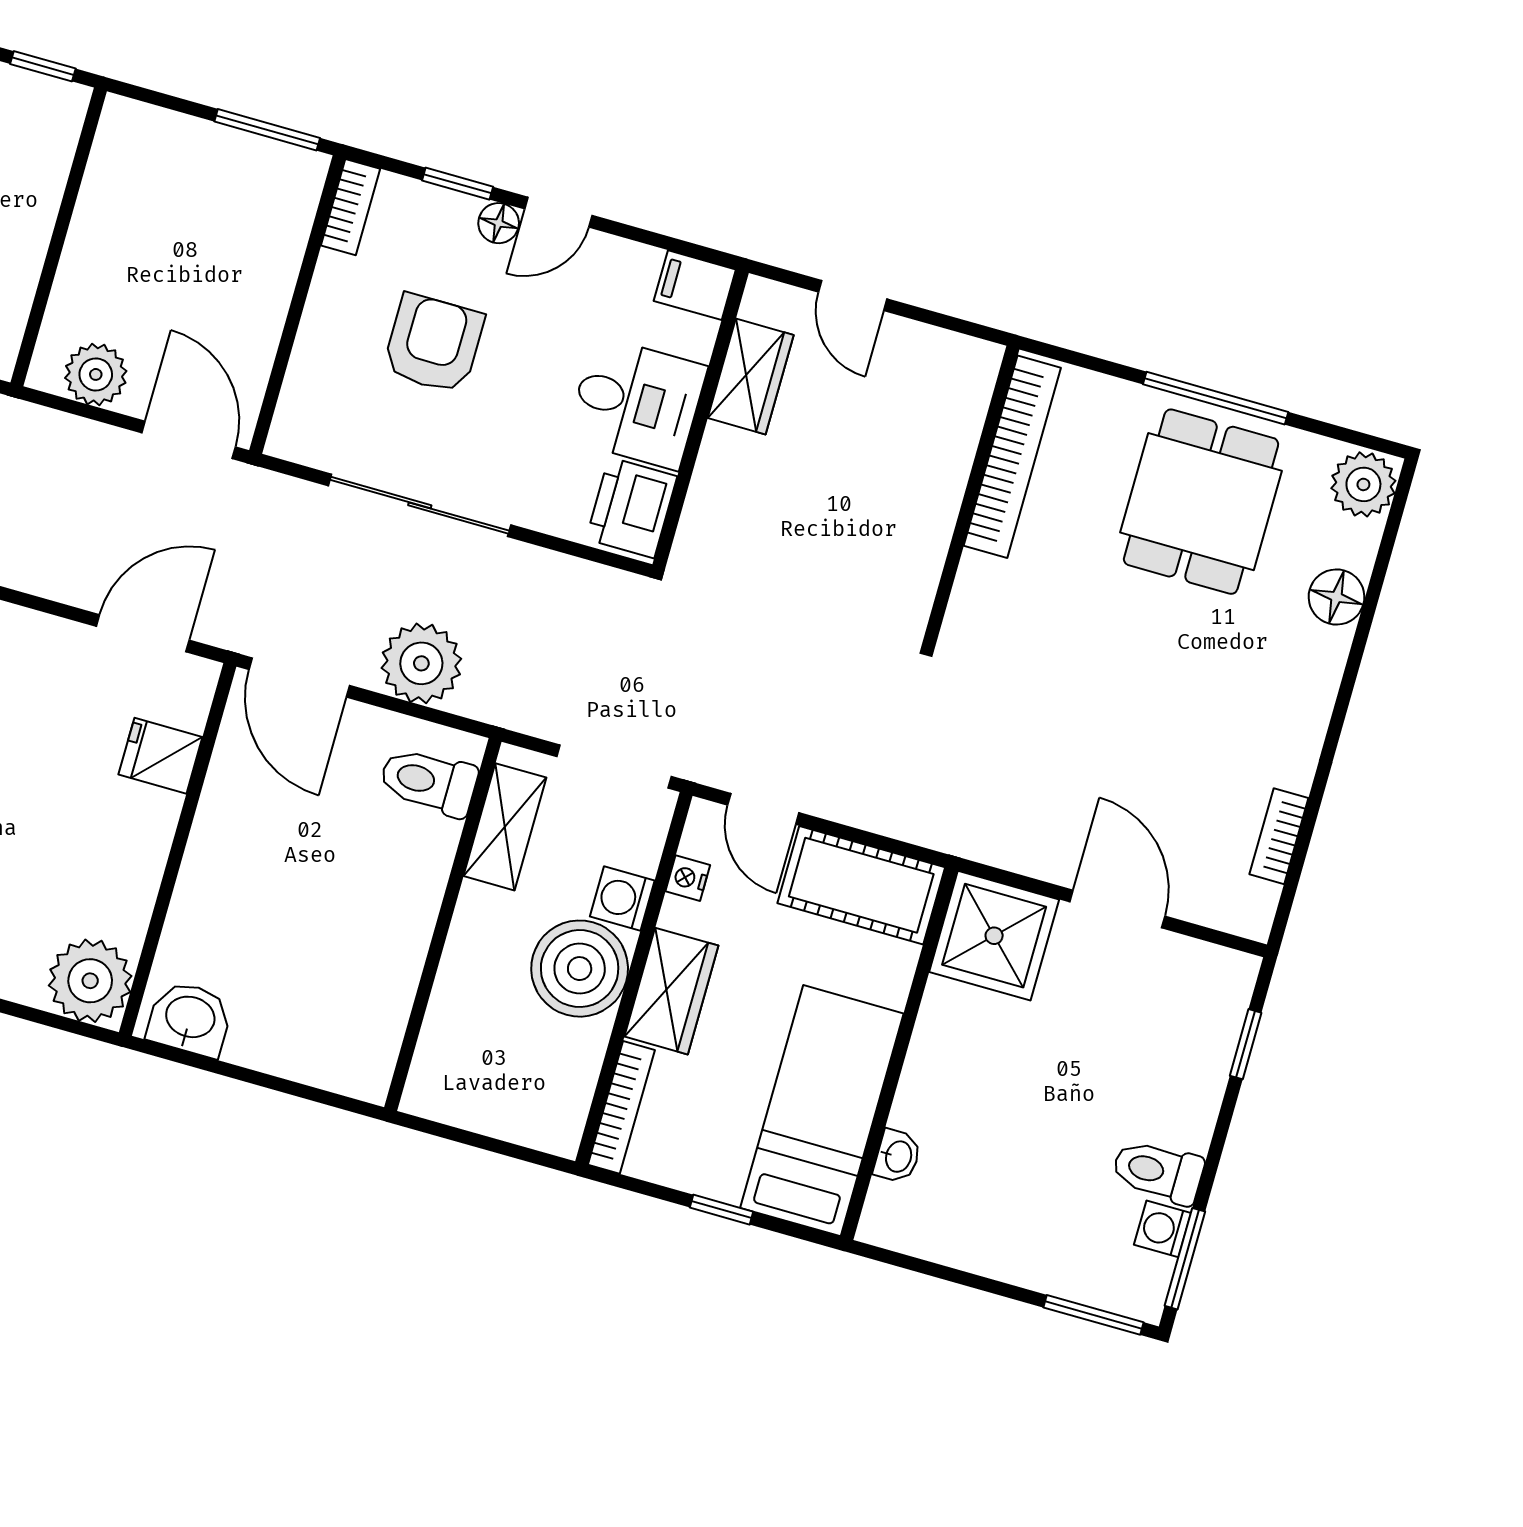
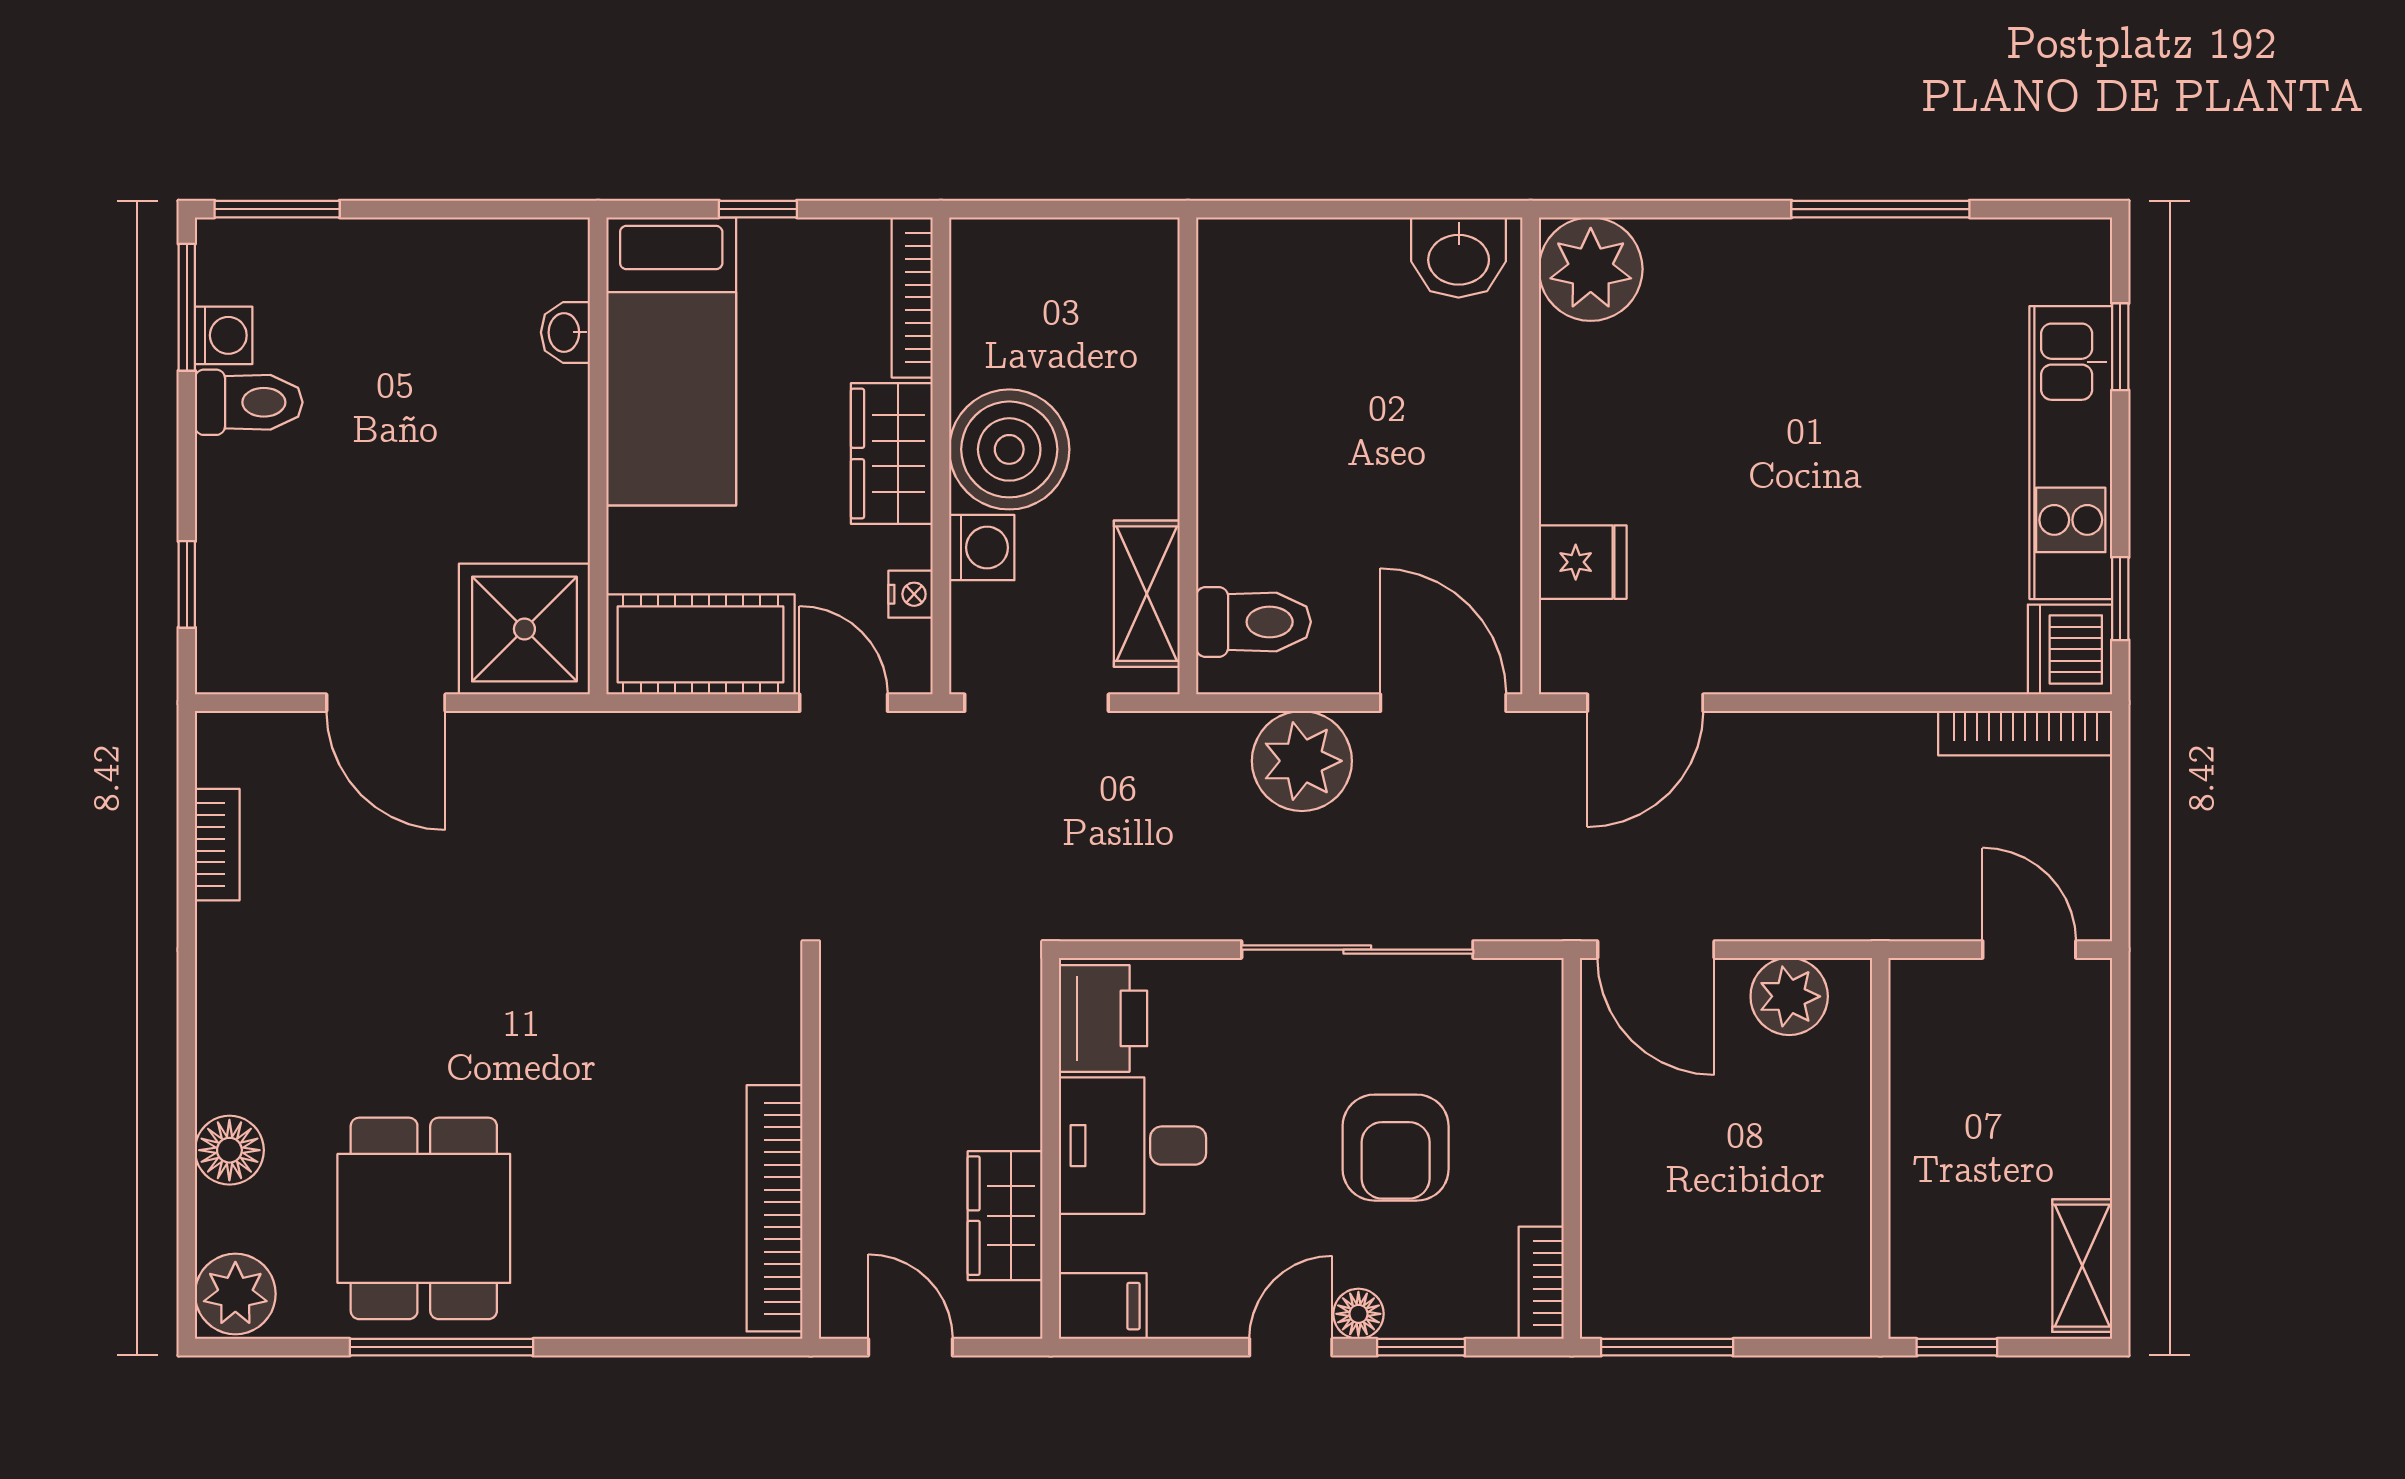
bookcase: (1012, 457) -> (774, 1208), moved
wall: (971, 495) -> (811, 1148), moved

